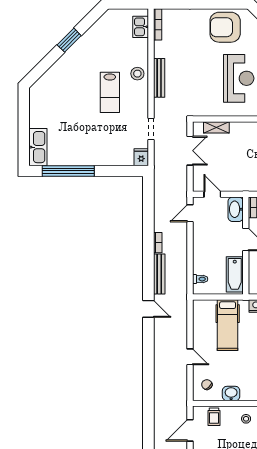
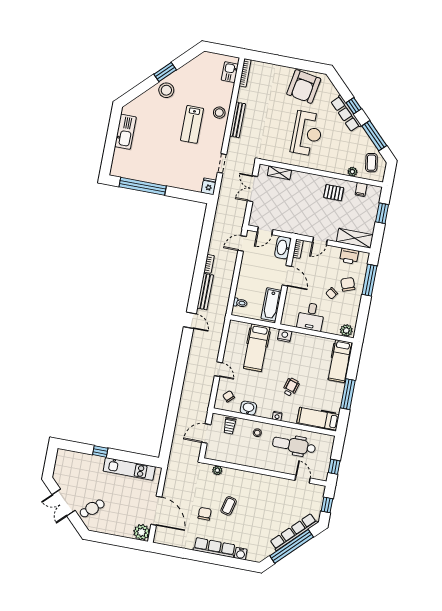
armchair: (225, 27) -> (304, 86), turned -80
stool: (74, 60) -> (166, 90), added
kitchen sink: (38, 147) -> (125, 132), moved
double door: (190, 151) -> (252, 189), swing flipped
door: (212, 194) -> (265, 231), swing flipped

